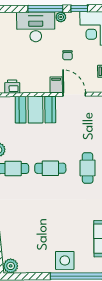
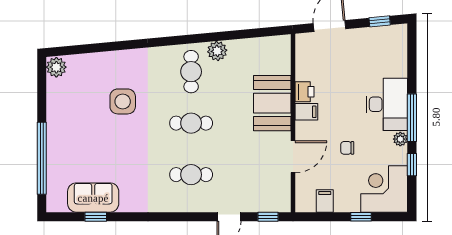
filing cabinet: (56, 85) -> (306, 112), moved
printer: (12, 87) -> (305, 92), moved
cafe table: (50, 168) -> (191, 123), turned 90
side table: (65, 260) -> (123, 101), moved

